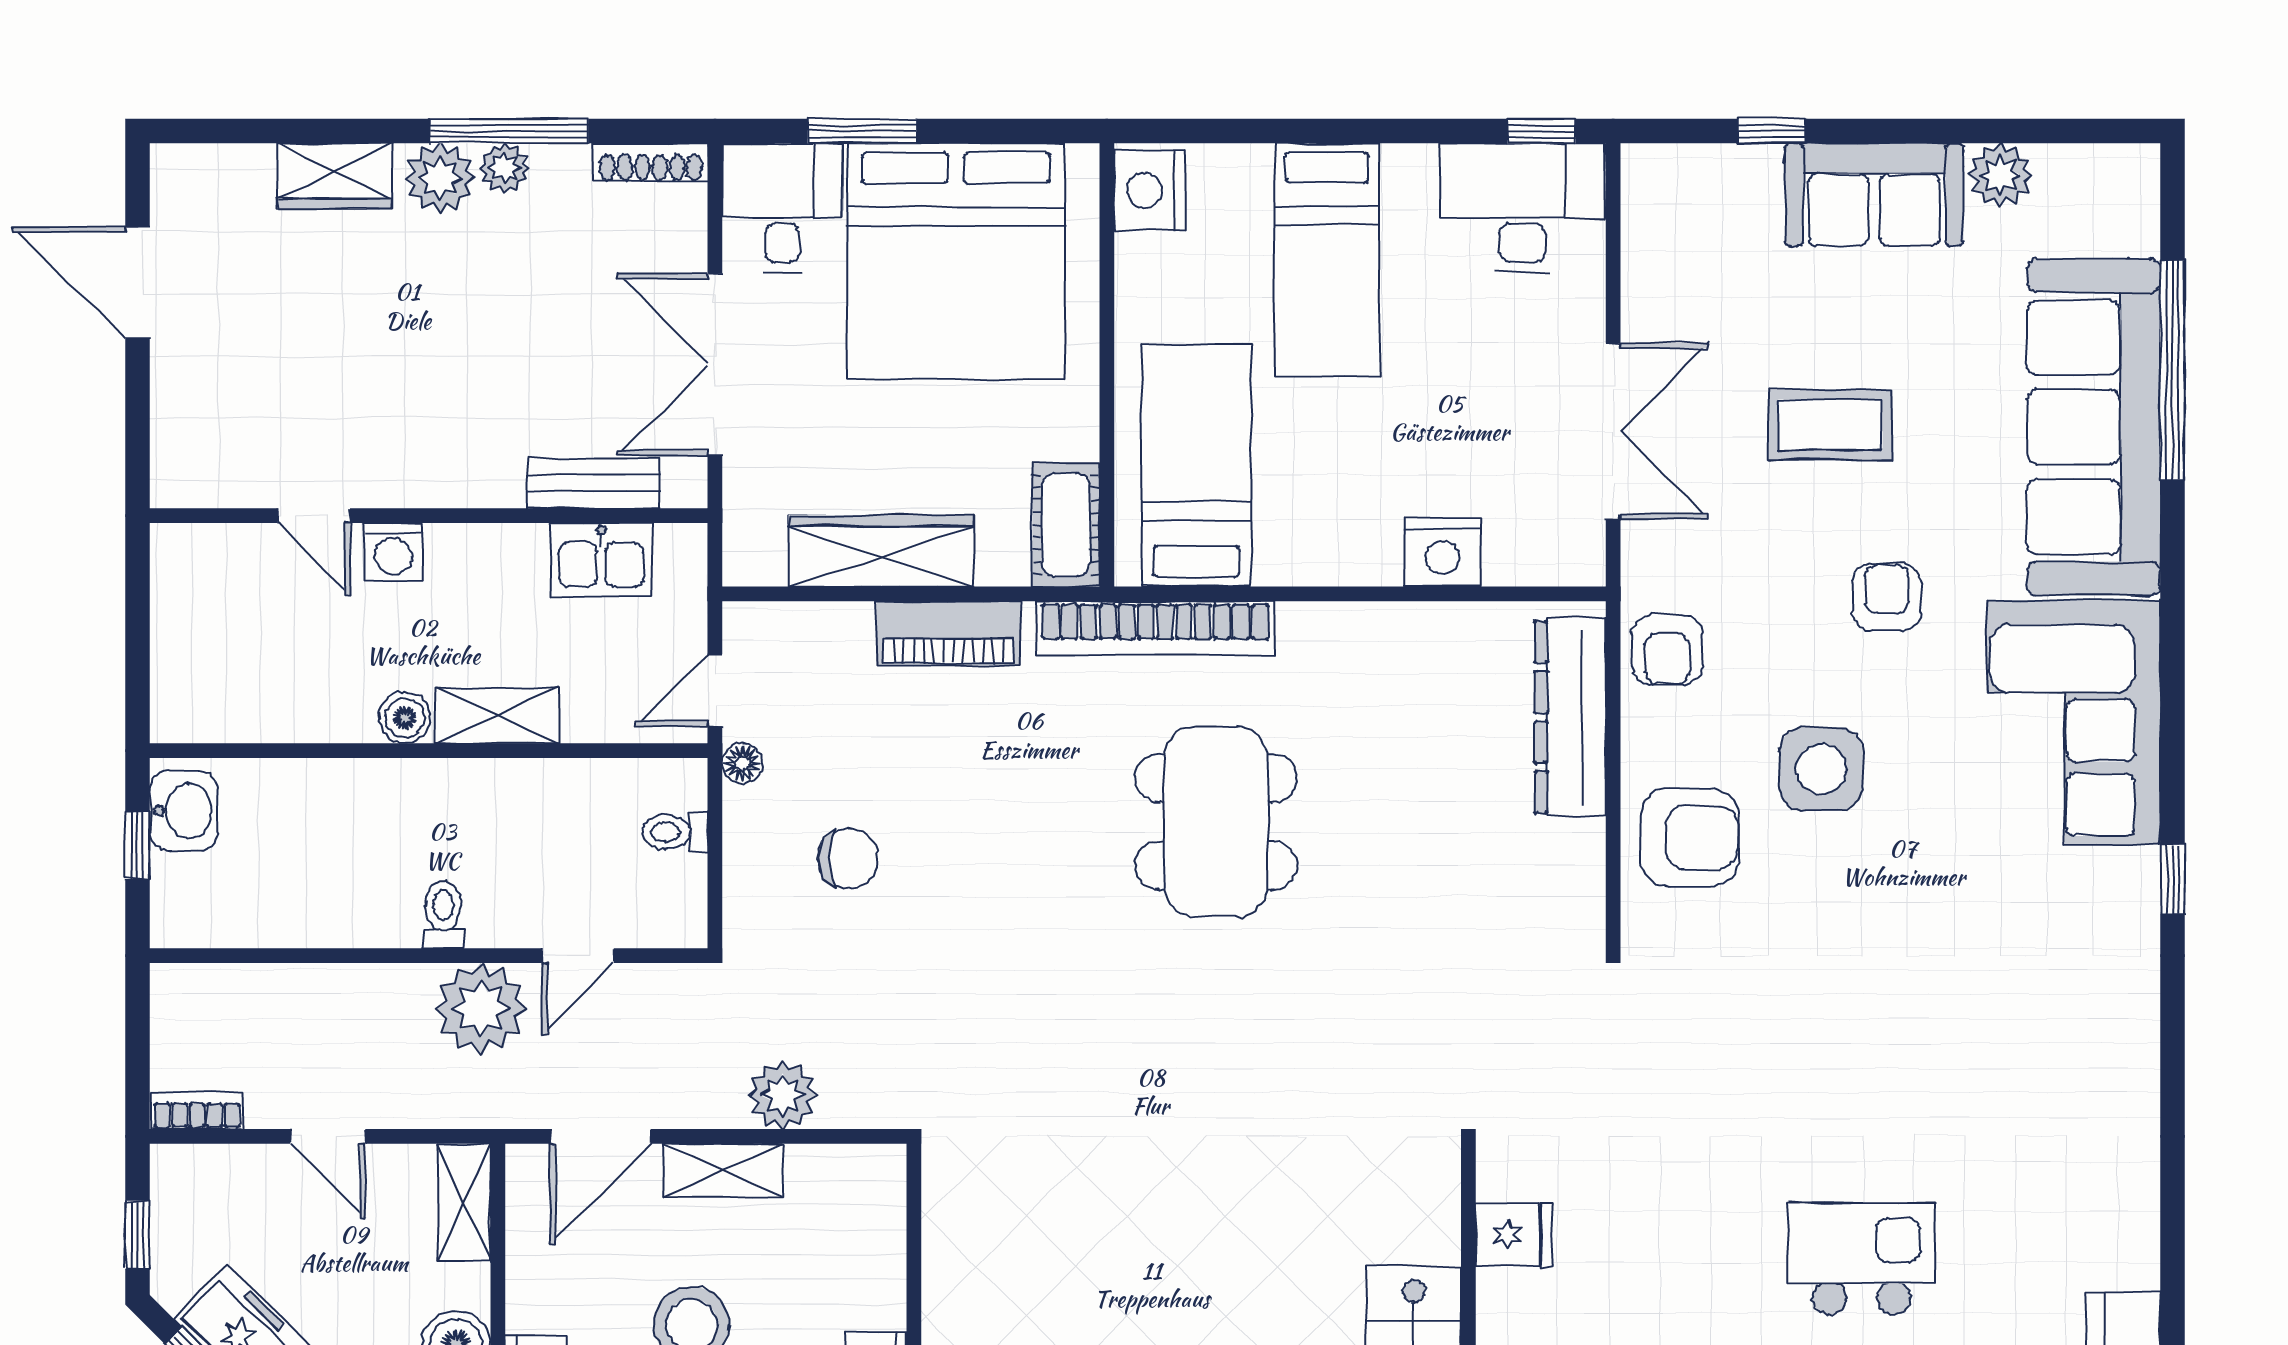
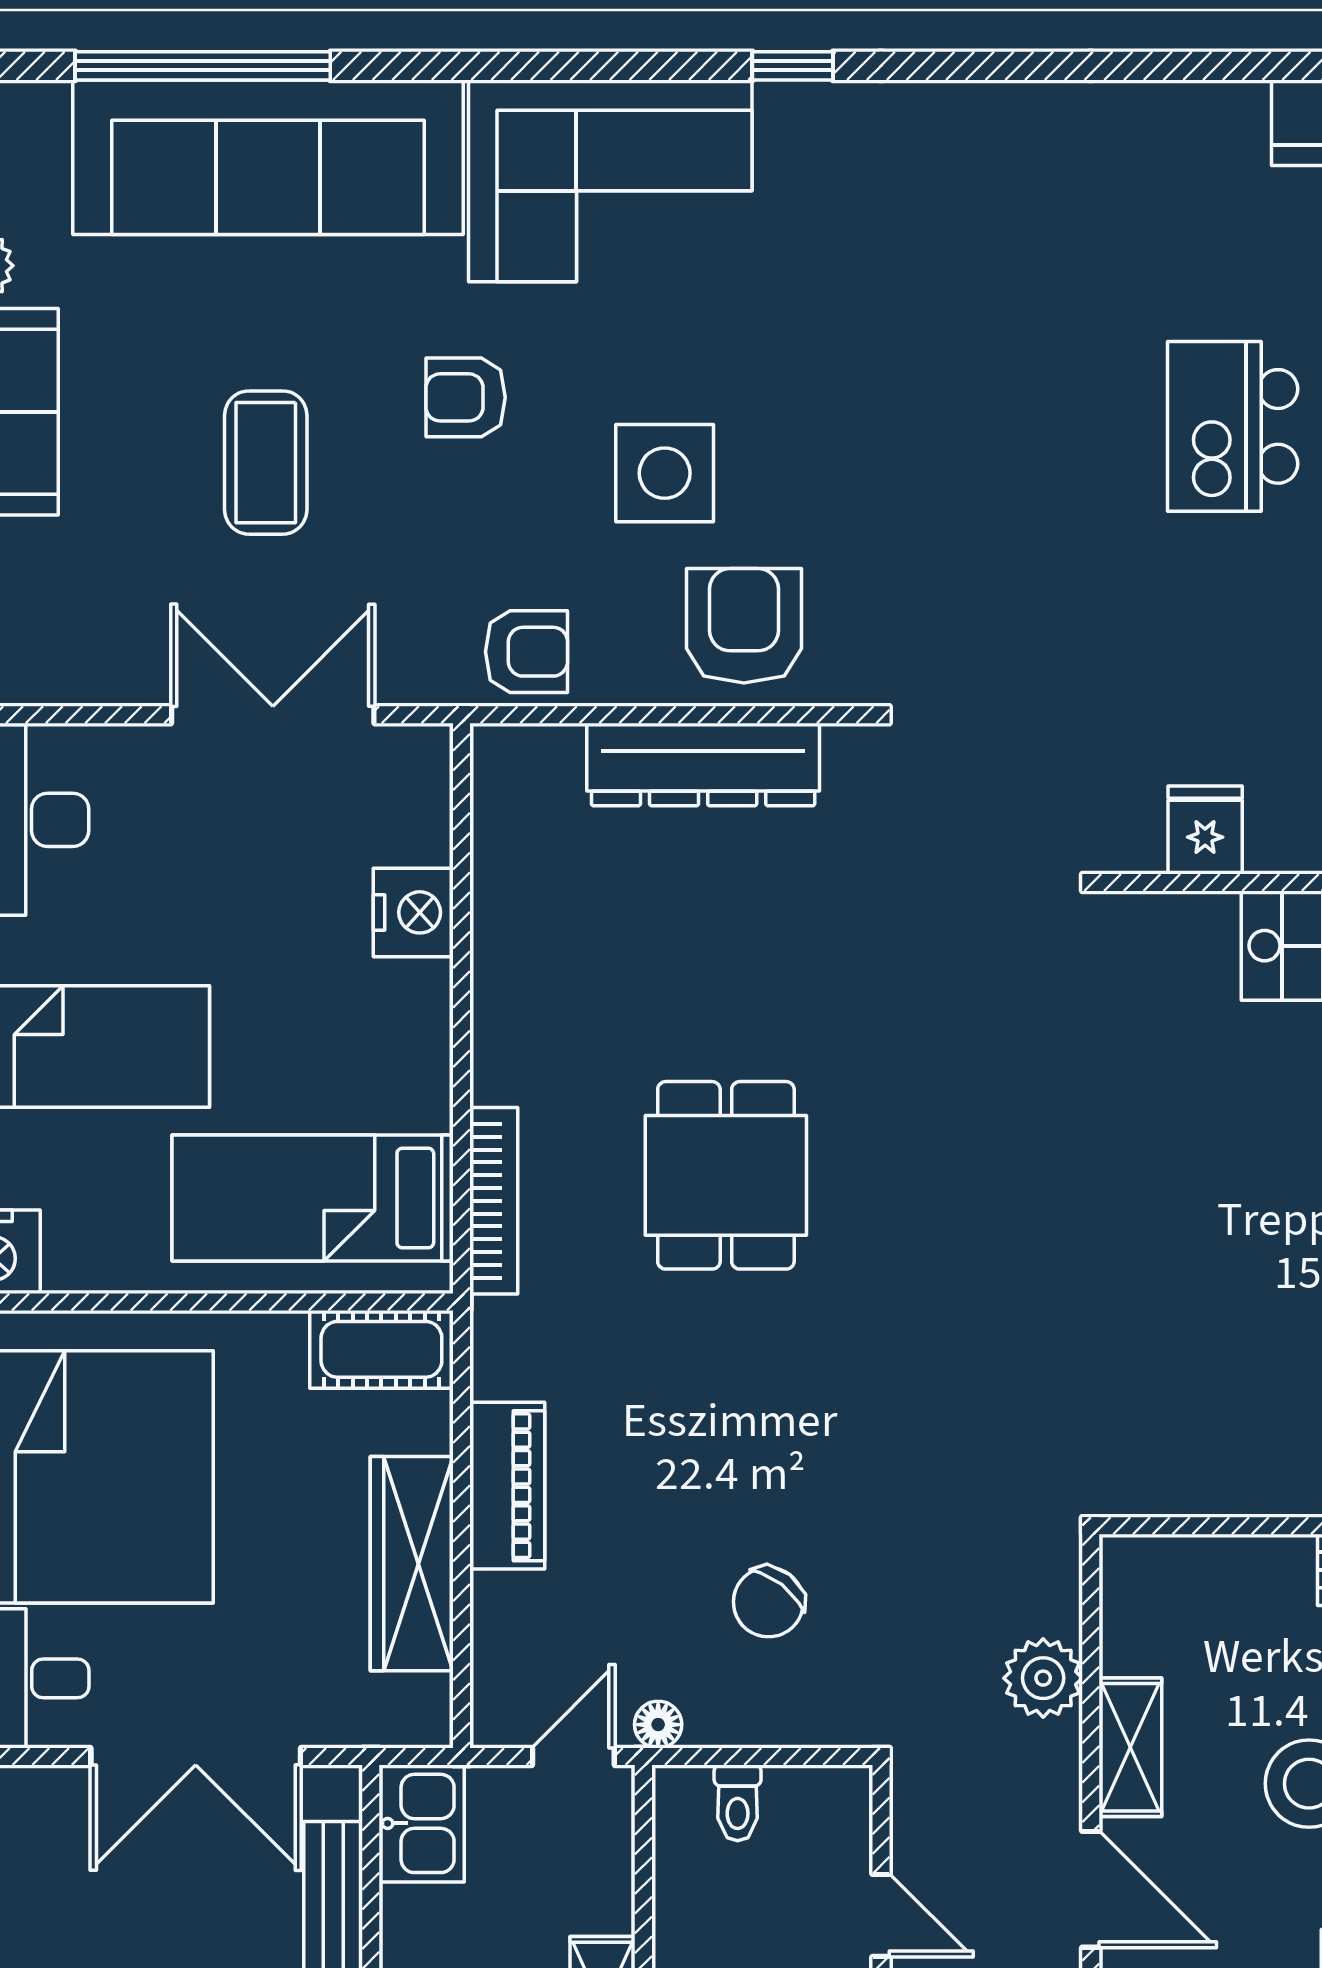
kitchen sink: (601, 559) -> (422, 1823), moved
bookcase: (1155, 628) -> (494, 1201), width x0.68, depth x0.76
door: (715, 690) -> (573, 1756), swing flipped
dresser: (1570, 717) -> (703, 764), moved
dining table: (1216, 822) -> (726, 1175), width x0.73
chair: (848, 858) -> (768, 1602), turned -142

